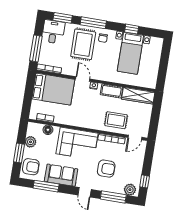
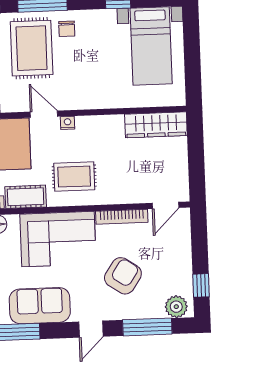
bed with nightstands: (130, 53) -> (151, 46), moved
cot: (111, 91) -> (26, 197), moved
rug: (116, 120) -> (74, 177), moved
armchair: (106, 169) -> (123, 276), turned -56
door: (85, 192) -> (91, 329), hinge flipped

